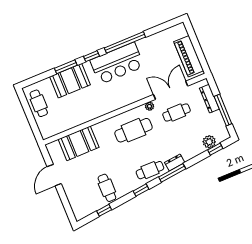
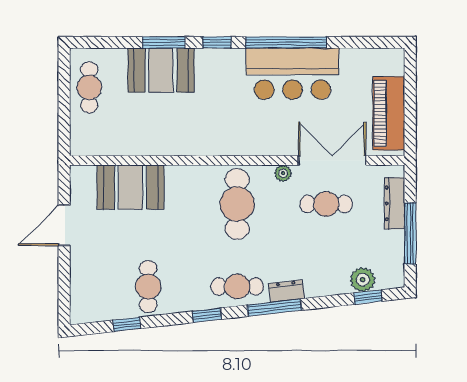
bar counter: (117, 63) -> (293, 74), moved
cafe table: (133, 130) -> (237, 204), turned 90

